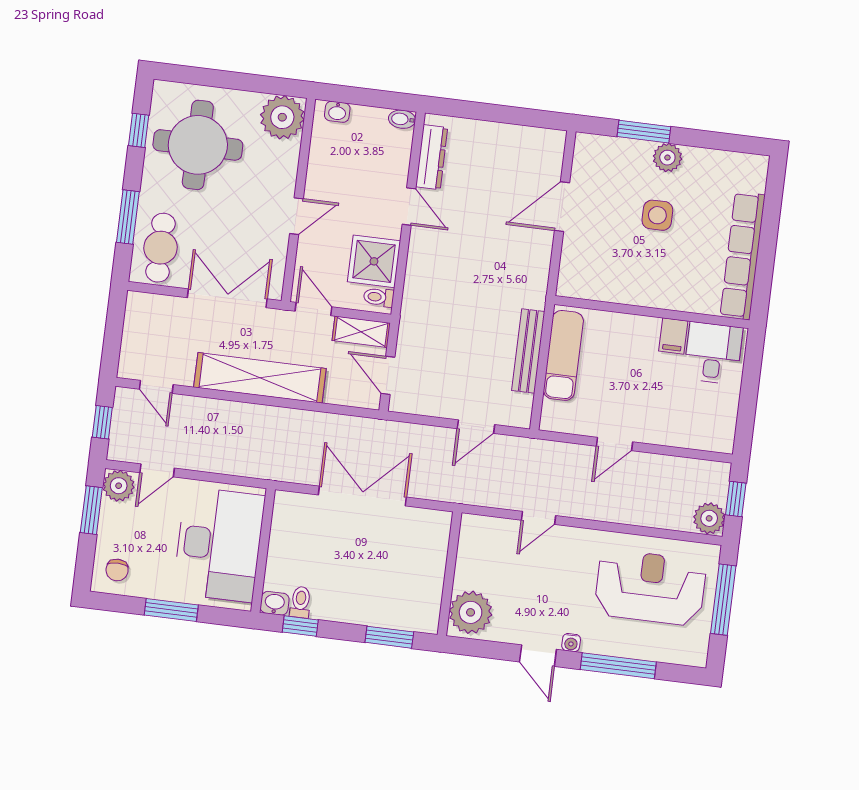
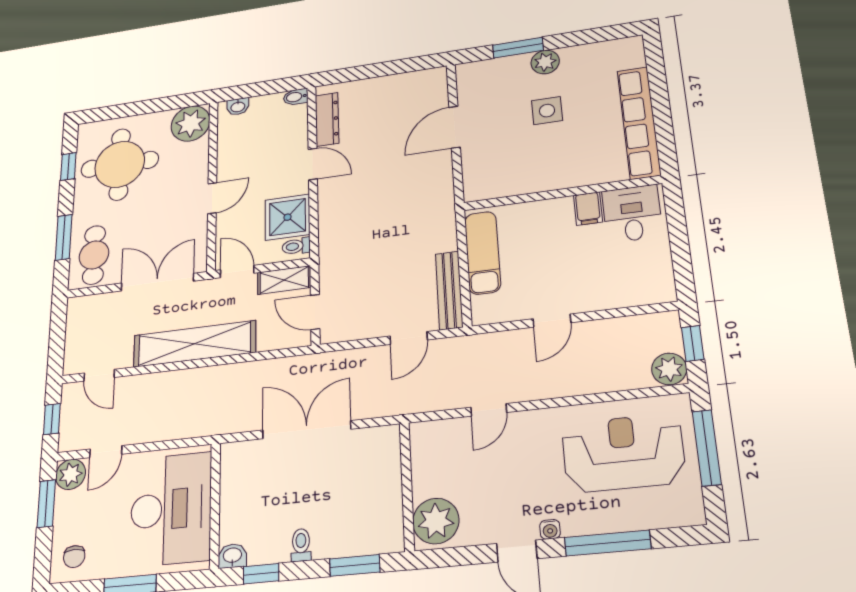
bench: (528, 351) -> (449, 290), moved
toilet: (301, 602) -> (301, 545), moved

